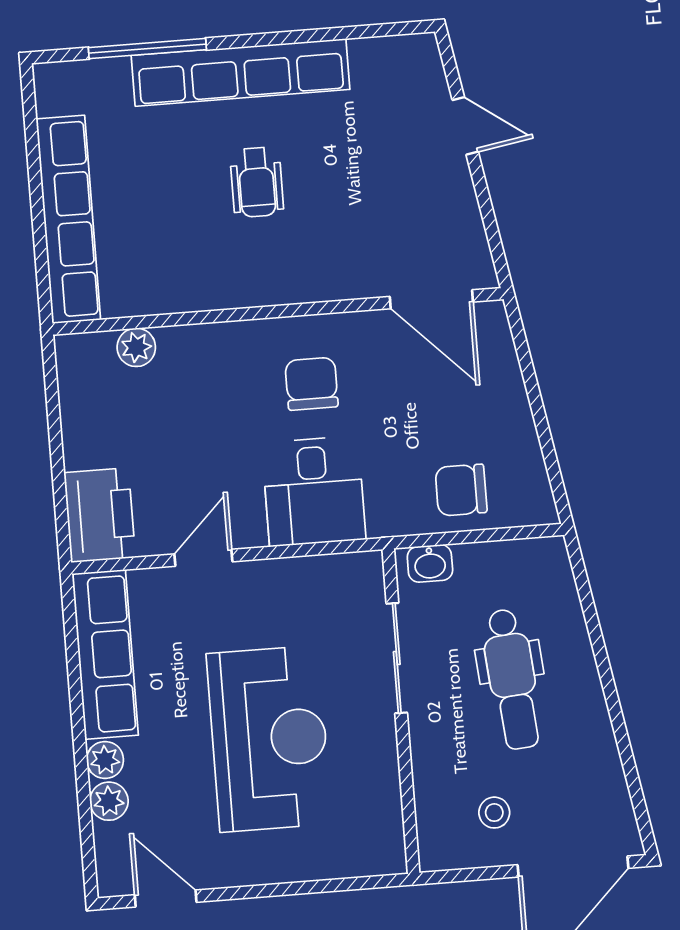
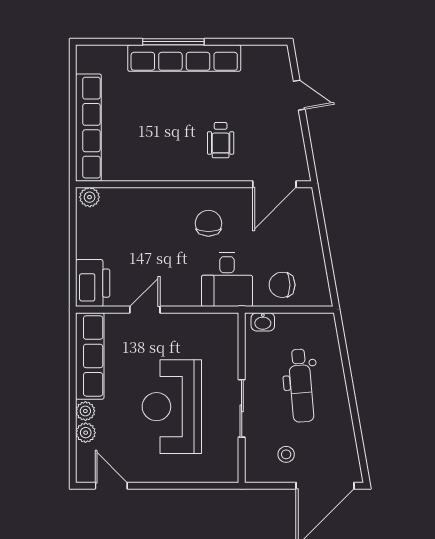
window: (147, 49) -> (173, 42), moved
wheelchair: (257, 182) -> (221, 140), moved
door: (431, 299) -> (274, 184), hinge flipped
plant: (136, 347) -> (90, 197), moved
desk: (314, 491) -> (227, 279), moved
sliding door: (397, 658) -> (242, 408), moved
reception desk: (269, 739) -> (172, 407), turned 180

